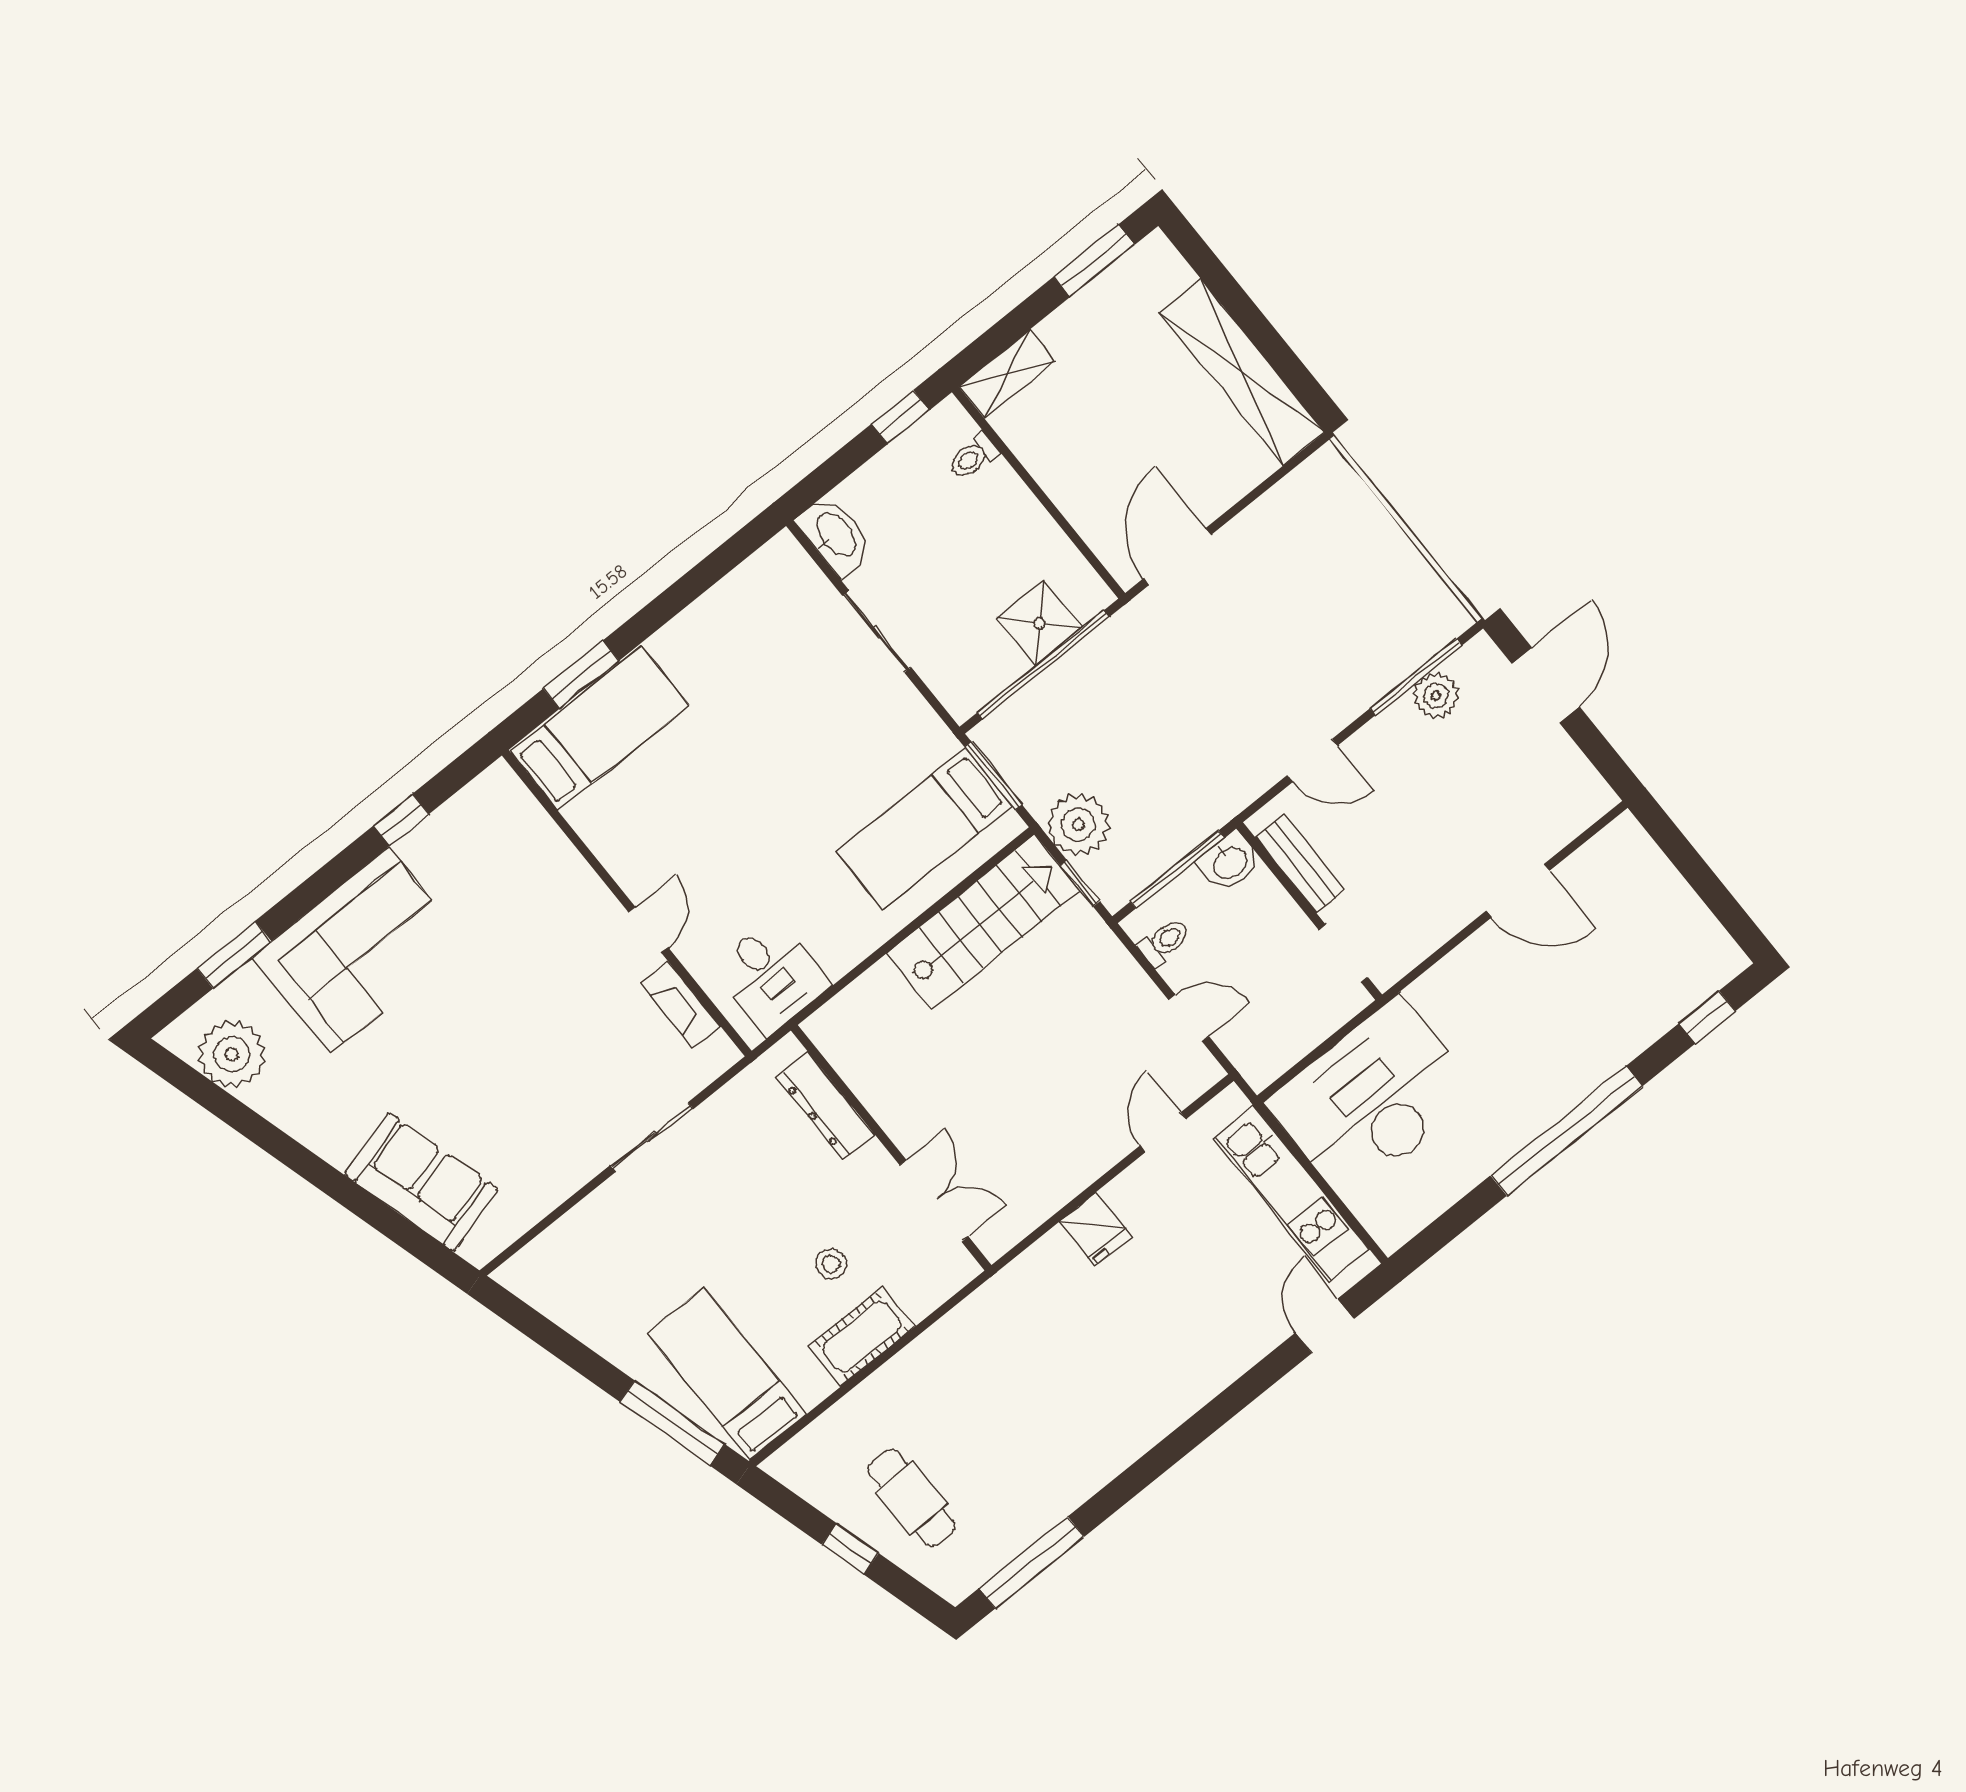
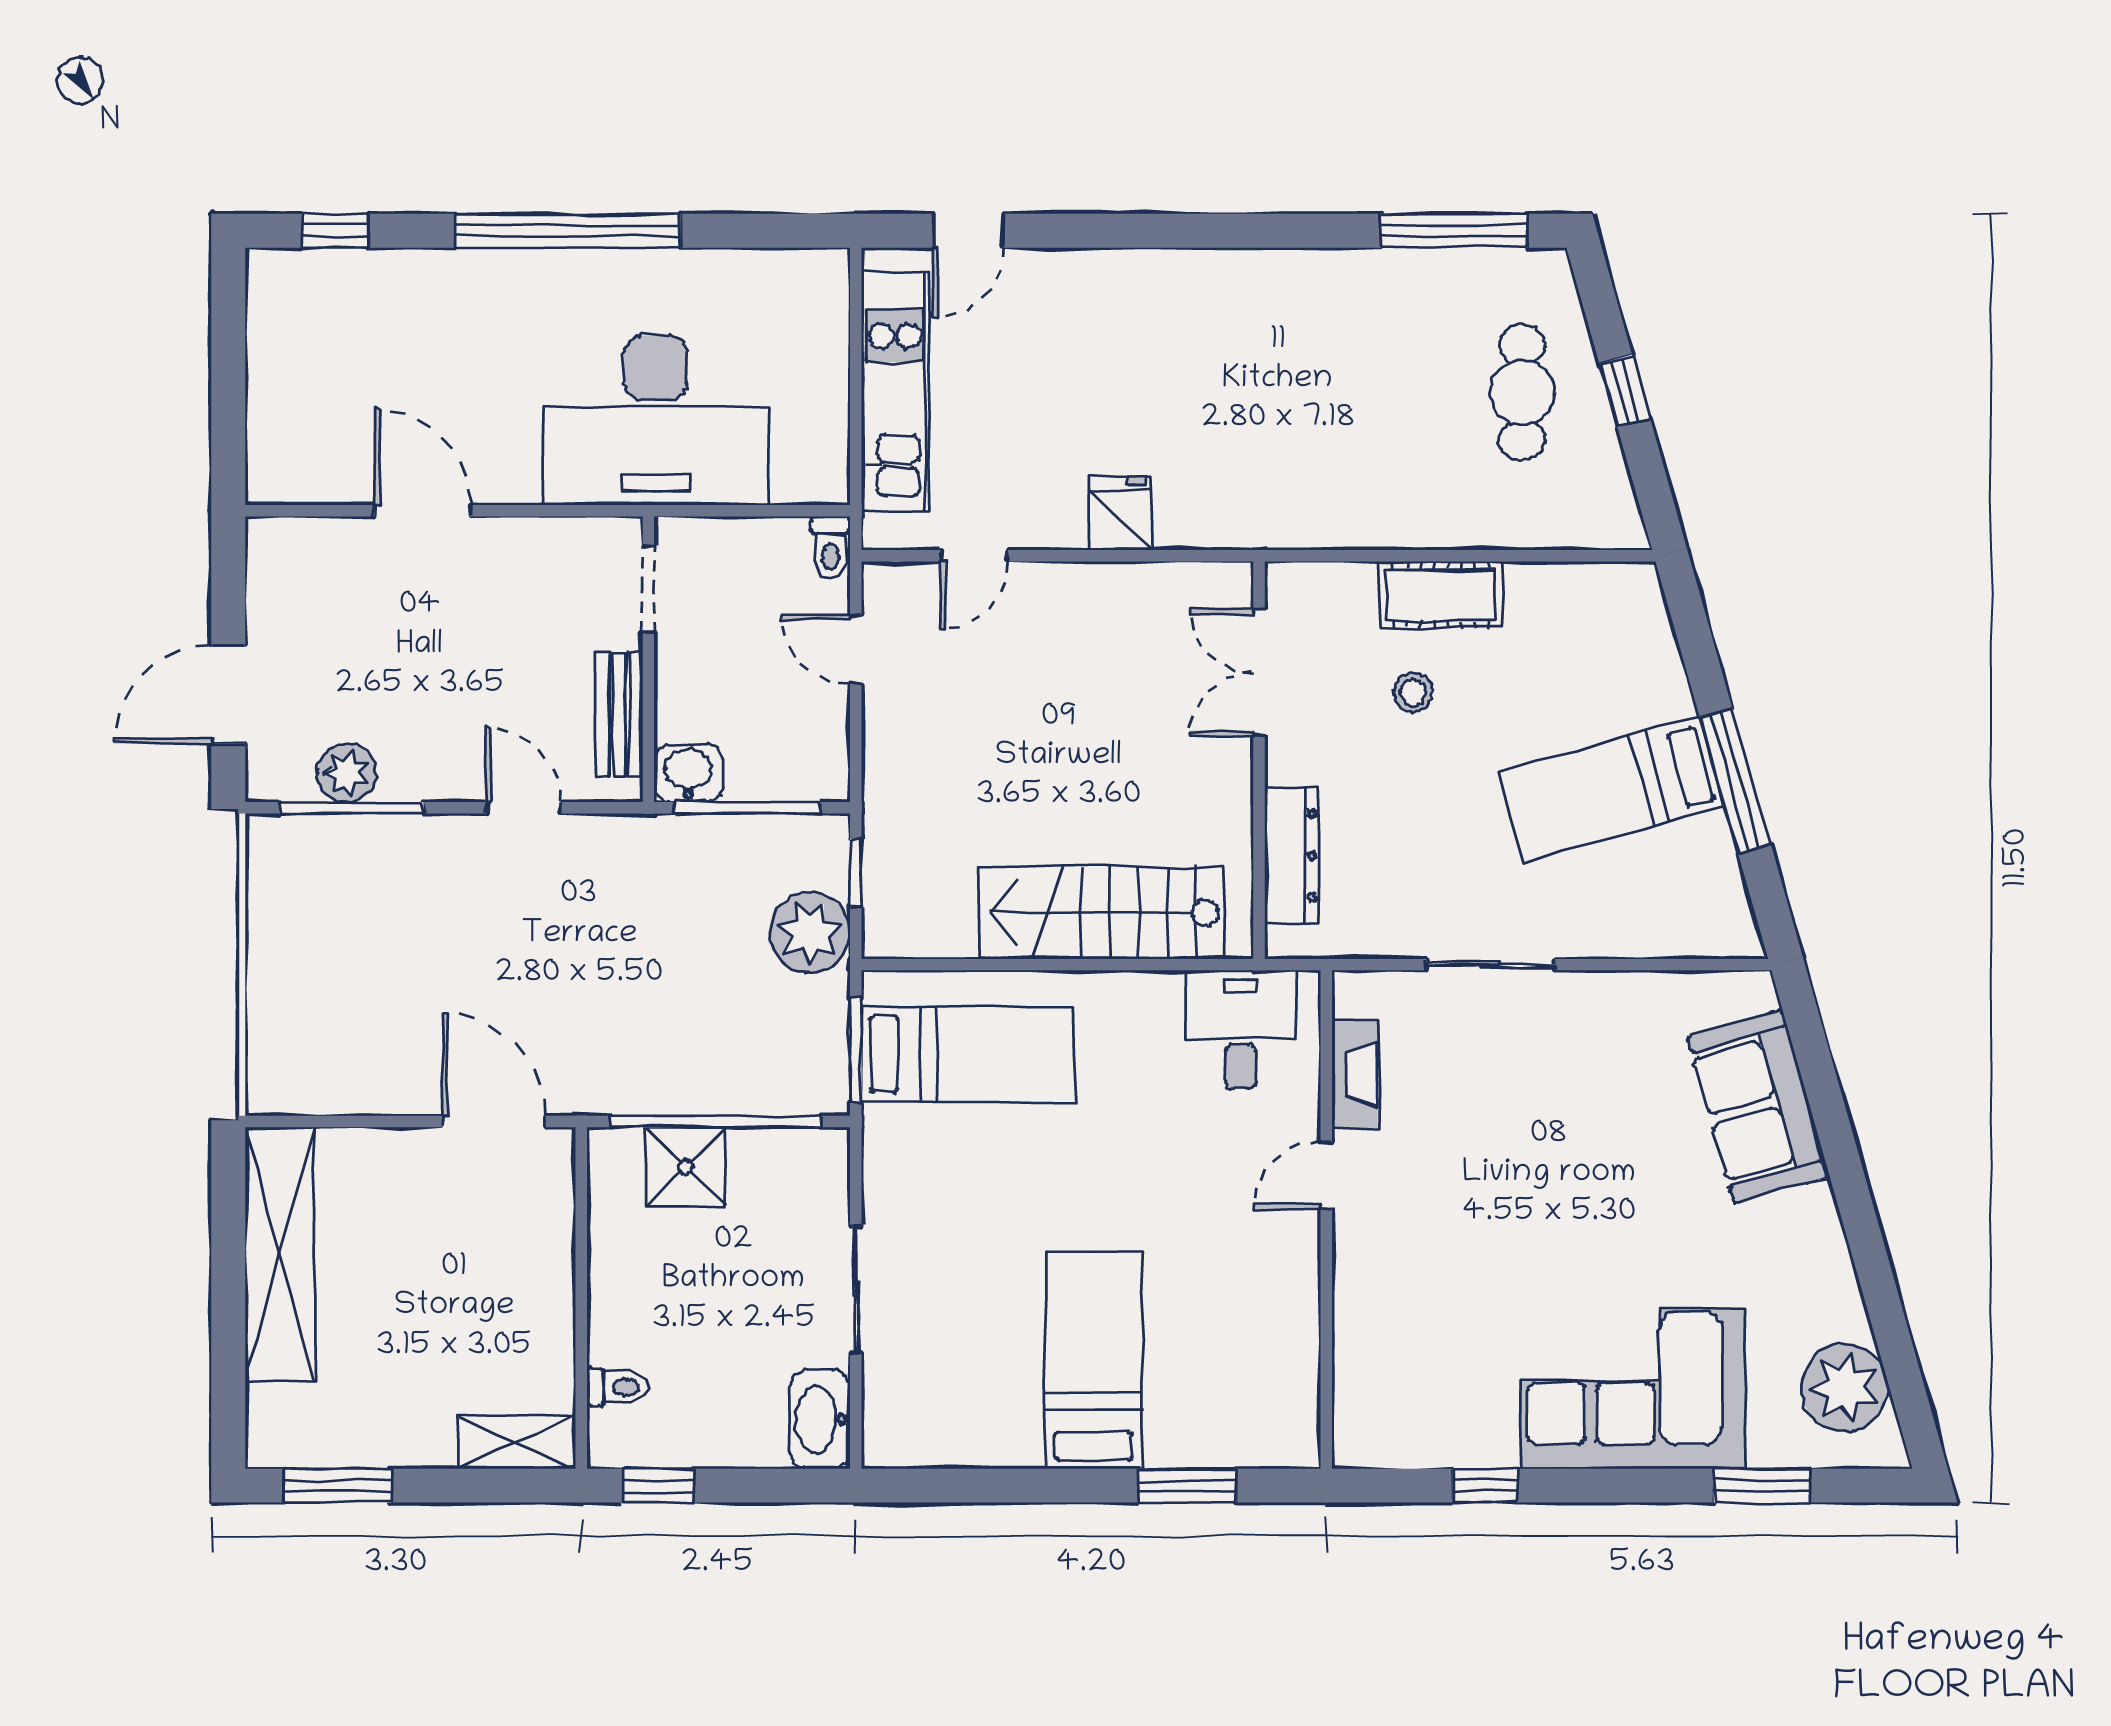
door: (1177, 557) -> (494, 1121), swing flipped
bed: (600, 729) -> (1094, 1360), moved, turned 90
stairs: (983, 922) -> (1102, 913), moved
toilet: (1164, 942) -> (831, 548), moved, turned -90
desk: (1372, 1098) -> (656, 420), moved
bed: (727, 1374) -> (1611, 789), moved, turned 74
window: (672, 1423) -> (1735, 781), moved

